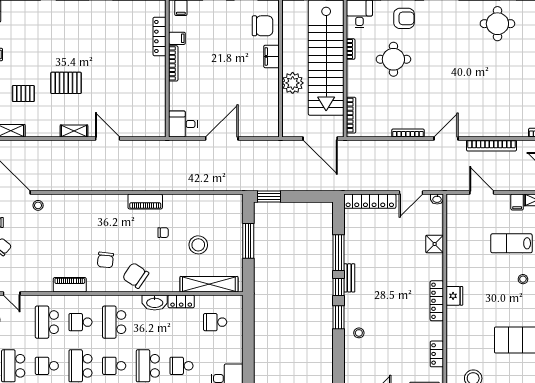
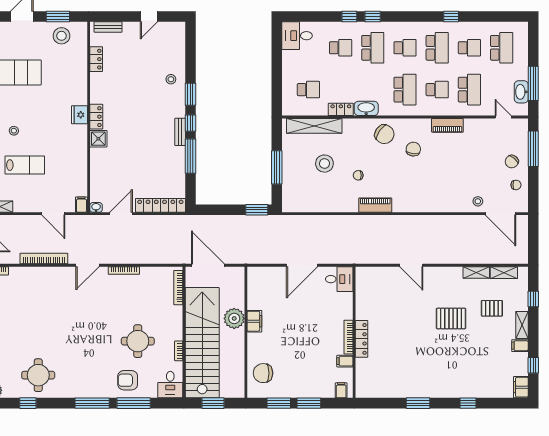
locker: (160, 36) -> (362, 339), moved
filing cabinet: (272, 56) -> (254, 321), moved
shelving: (74, 131) -> (476, 272), moved
filing cabinet: (517, 202) -> (81, 205), moved
shower: (435, 244) -> (98, 139), moved
locker: (437, 301) -> (96, 117), width x0.66

